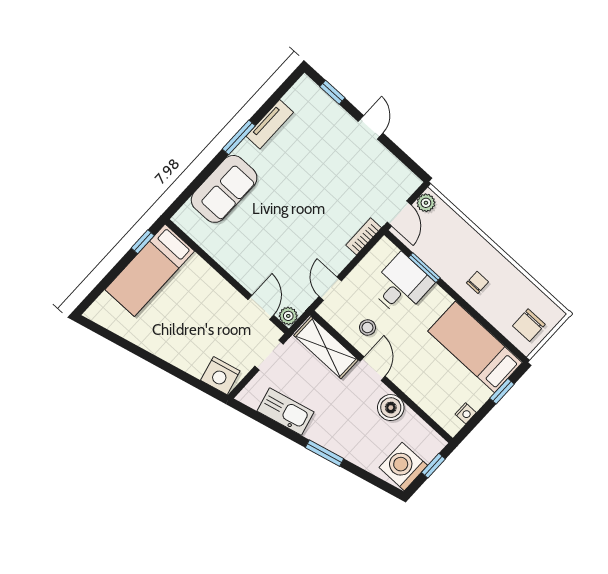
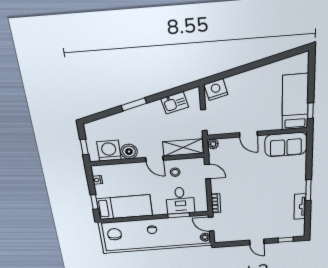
sofa: (224, 189) -> (286, 145), moved, turned -90
door: (261, 307) -> (248, 134), moved
kitchen sink: (286, 412) -> (175, 103), width x0.73
washing machine: (403, 466) -> (109, 151), moved, turned -90

